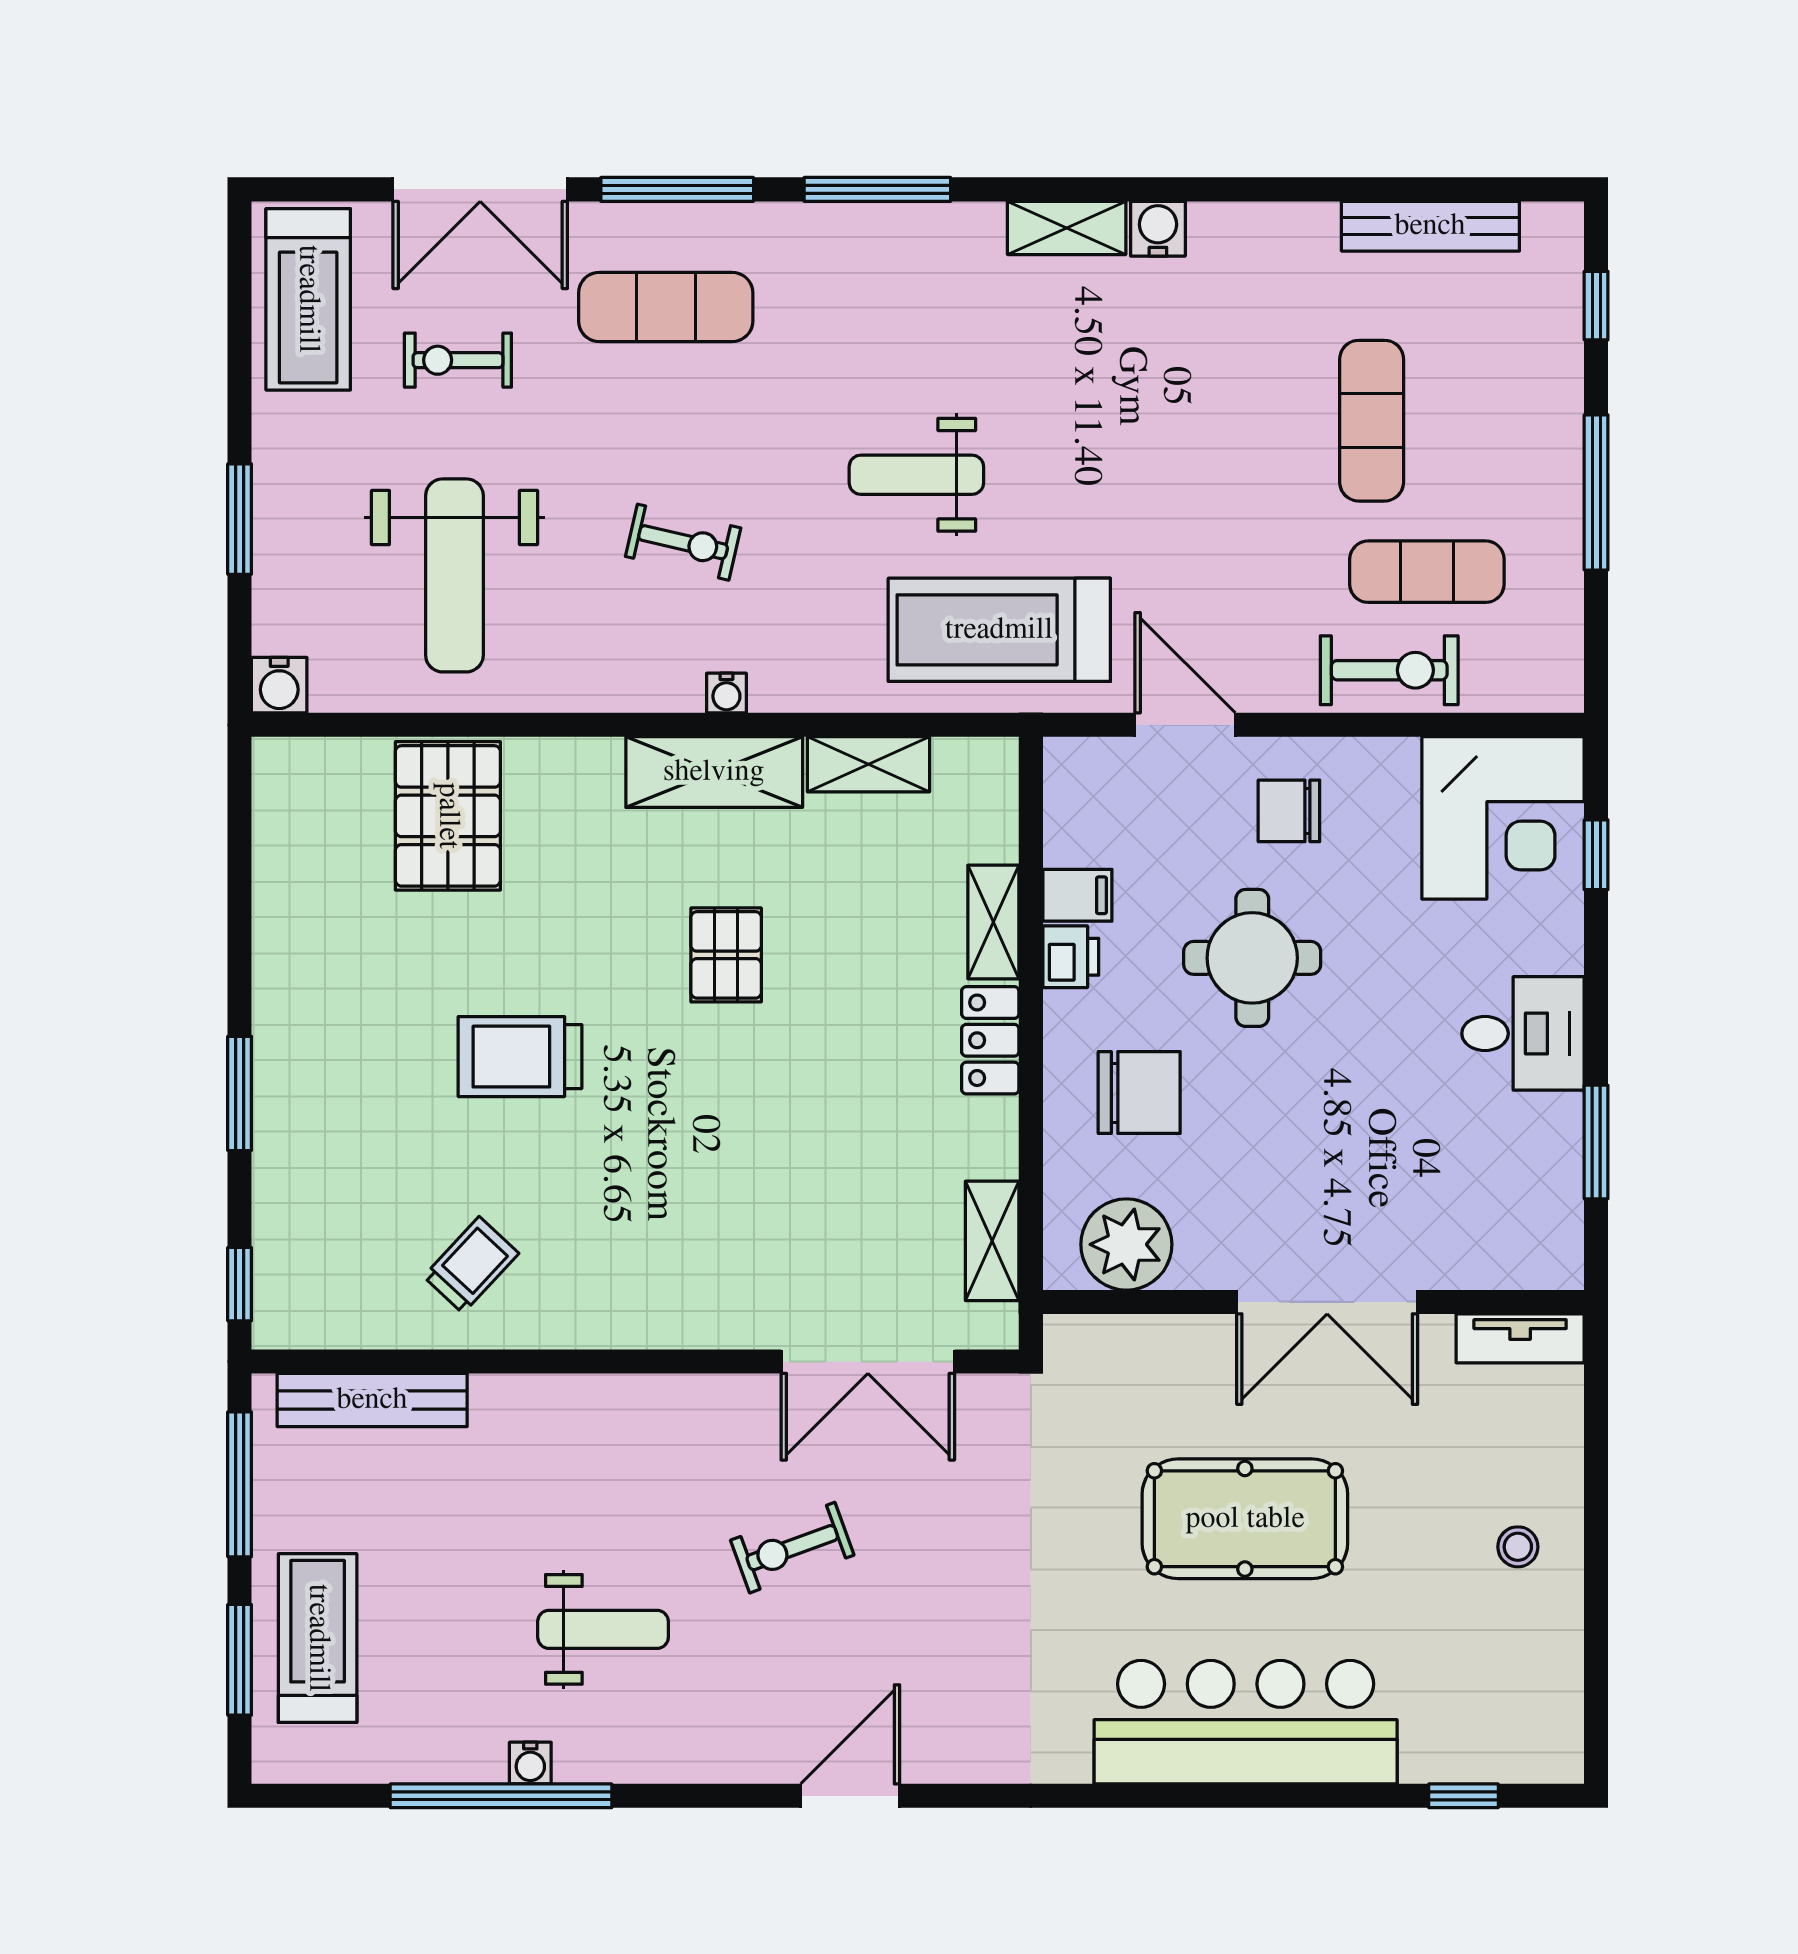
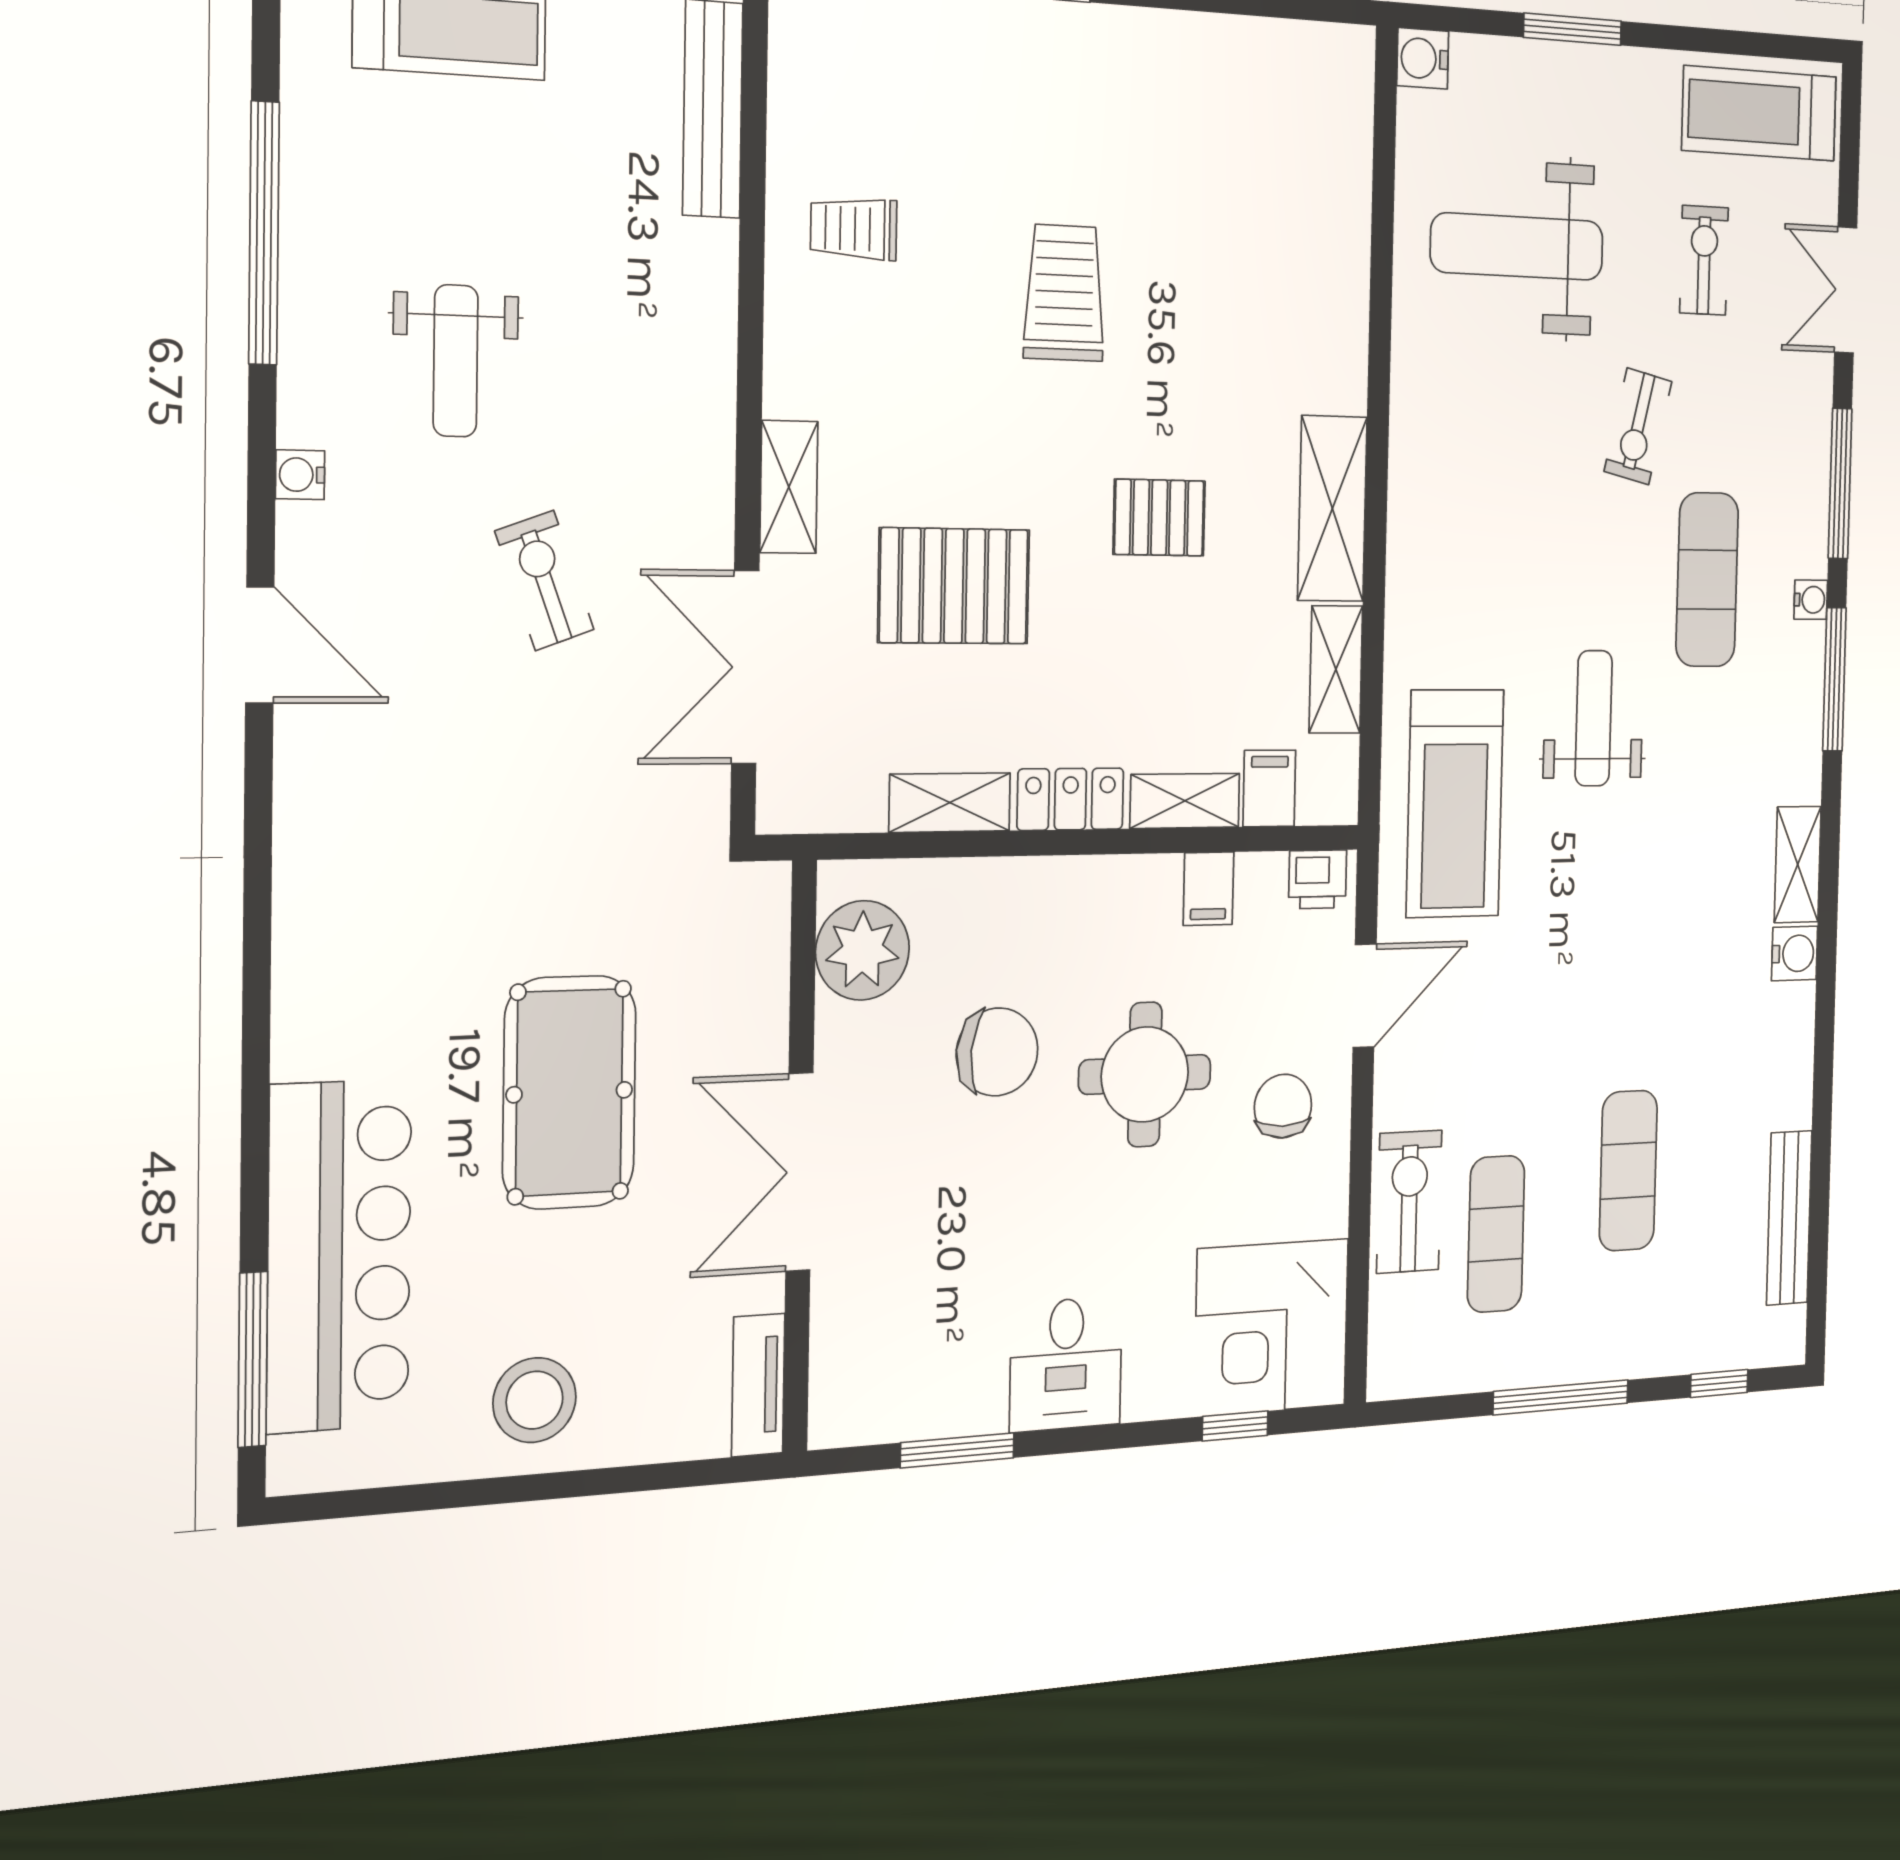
double door: (480, 189) -> (1846, 290), width x0.73
exercise mat: (666, 307) -> (1707, 580), moved
exercise mat: (1372, 421) -> (1628, 1171), turned 90
exercise bike: (683, 542) -> (1638, 426), moved
treadmill: (999, 630) -> (1455, 803), turned 180
exercise bike: (1389, 670) -> (1409, 1202), turned 180
water cooler: (726, 693) -> (1811, 600), moved, turned 180
pallet: (448, 816) -> (954, 586), moved
filing cabinet: (982, 833) -> (1269, 788), added
printer: (1071, 957) -> (1318, 879), moved
chair: (1139, 1093) -> (997, 1052), moved, turned -85
shelving: (992, 1241) -> (950, 803), moved
trolley: (471, 1265) -> (854, 229), turned 137
shelving: (705, 1323) -> (789, 487), added
stool: (1518, 1547) -> (535, 1400), width x1.89, depth x1.89
bar counter: (1246, 1722) -> (339, 1256), moved
water cooler: (530, 1763) -> (300, 475), moved
window: (1463, 1796) -> (253, 1359), width x2.17

